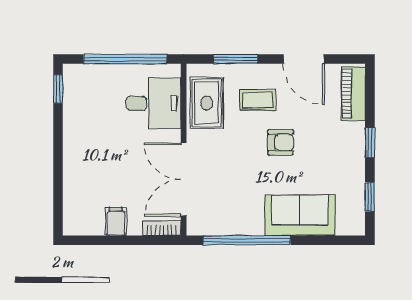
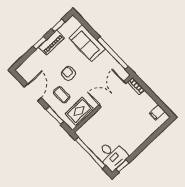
piano: (353, 94) -> (51, 43), moved
desk: (153, 103) -> (112, 155), moved, turned 180
double door: (184, 180) -> (112, 94), swing flipped
filing cabinet: (116, 221) -> (157, 113), moved

